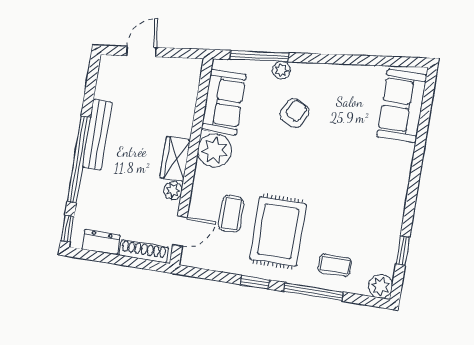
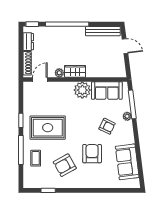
sofa: (402, 106) -> (127, 162), moved, turned -97
bench: (97, 135) -> (103, 31), moved
armchair: (344, 152) -> (92, 154), added
armchair: (358, 210) -> (65, 165), added
coffee table: (231, 214) -> (53, 103), removed
door: (180, 231) -> (40, 79), swing flipped
plant: (380, 286) -> (29, 182), removed

